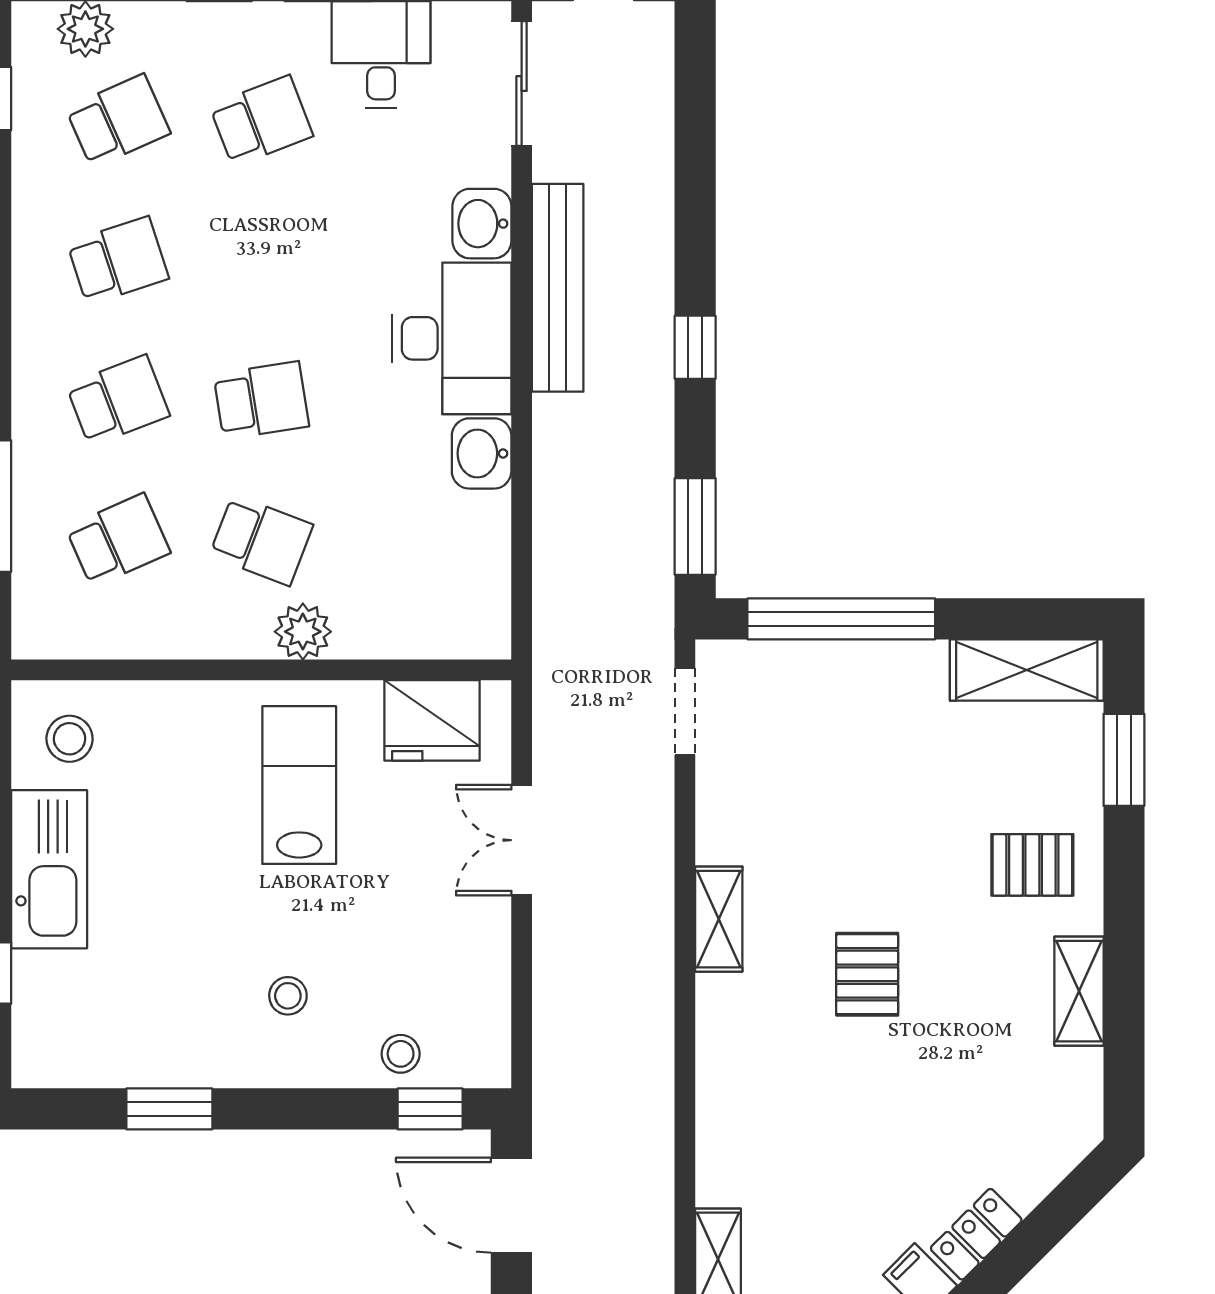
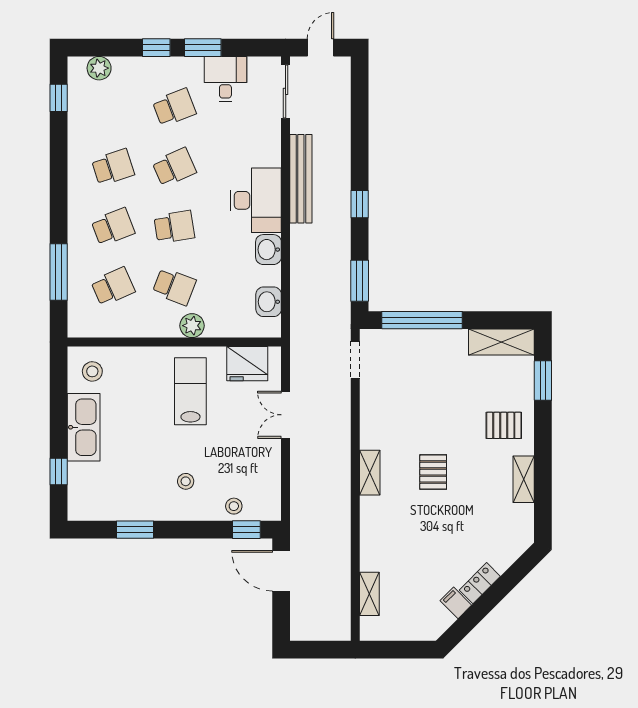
school desk: (118, 121) -> (174, 167), moved
washbasin: (482, 224) -> (269, 302), moved
shelving: (719, 919) -> (370, 473), moved

